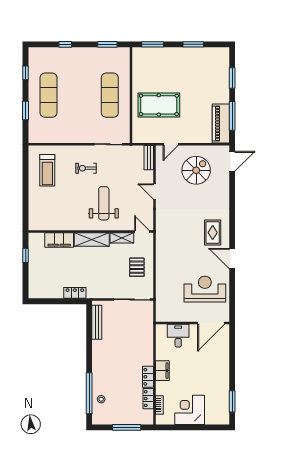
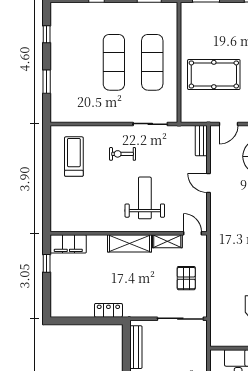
exercise mat: (49, 95) -> (114, 62), moved
treadmill: (47, 170) -> (74, 157), turned 180
filing cabinet: (59, 240) -> (68, 244), moved

